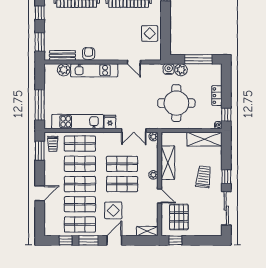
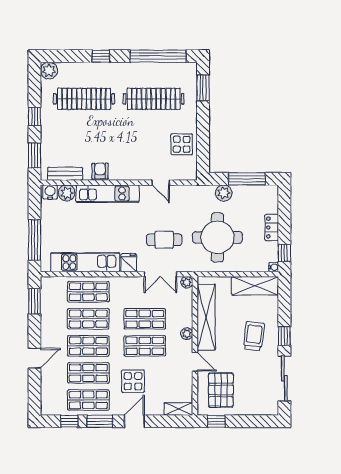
water cooler: (169, 69) -> (50, 192), moved
cafe table: (137, 105) -> (164, 240), added
trolley: (53, 144) -> (52, 292), removed
shelving: (168, 163) -> (206, 317), width x1.47

